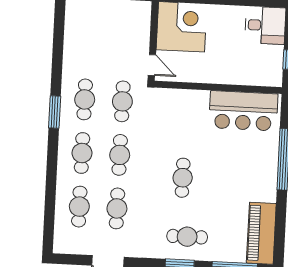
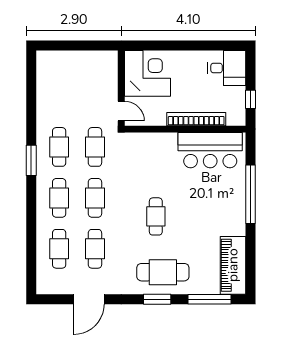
bookcase: (230, 77) -> (196, 119), added
cafe table: (187, 237) -> (163, 272), width x1.37, depth x1.35

